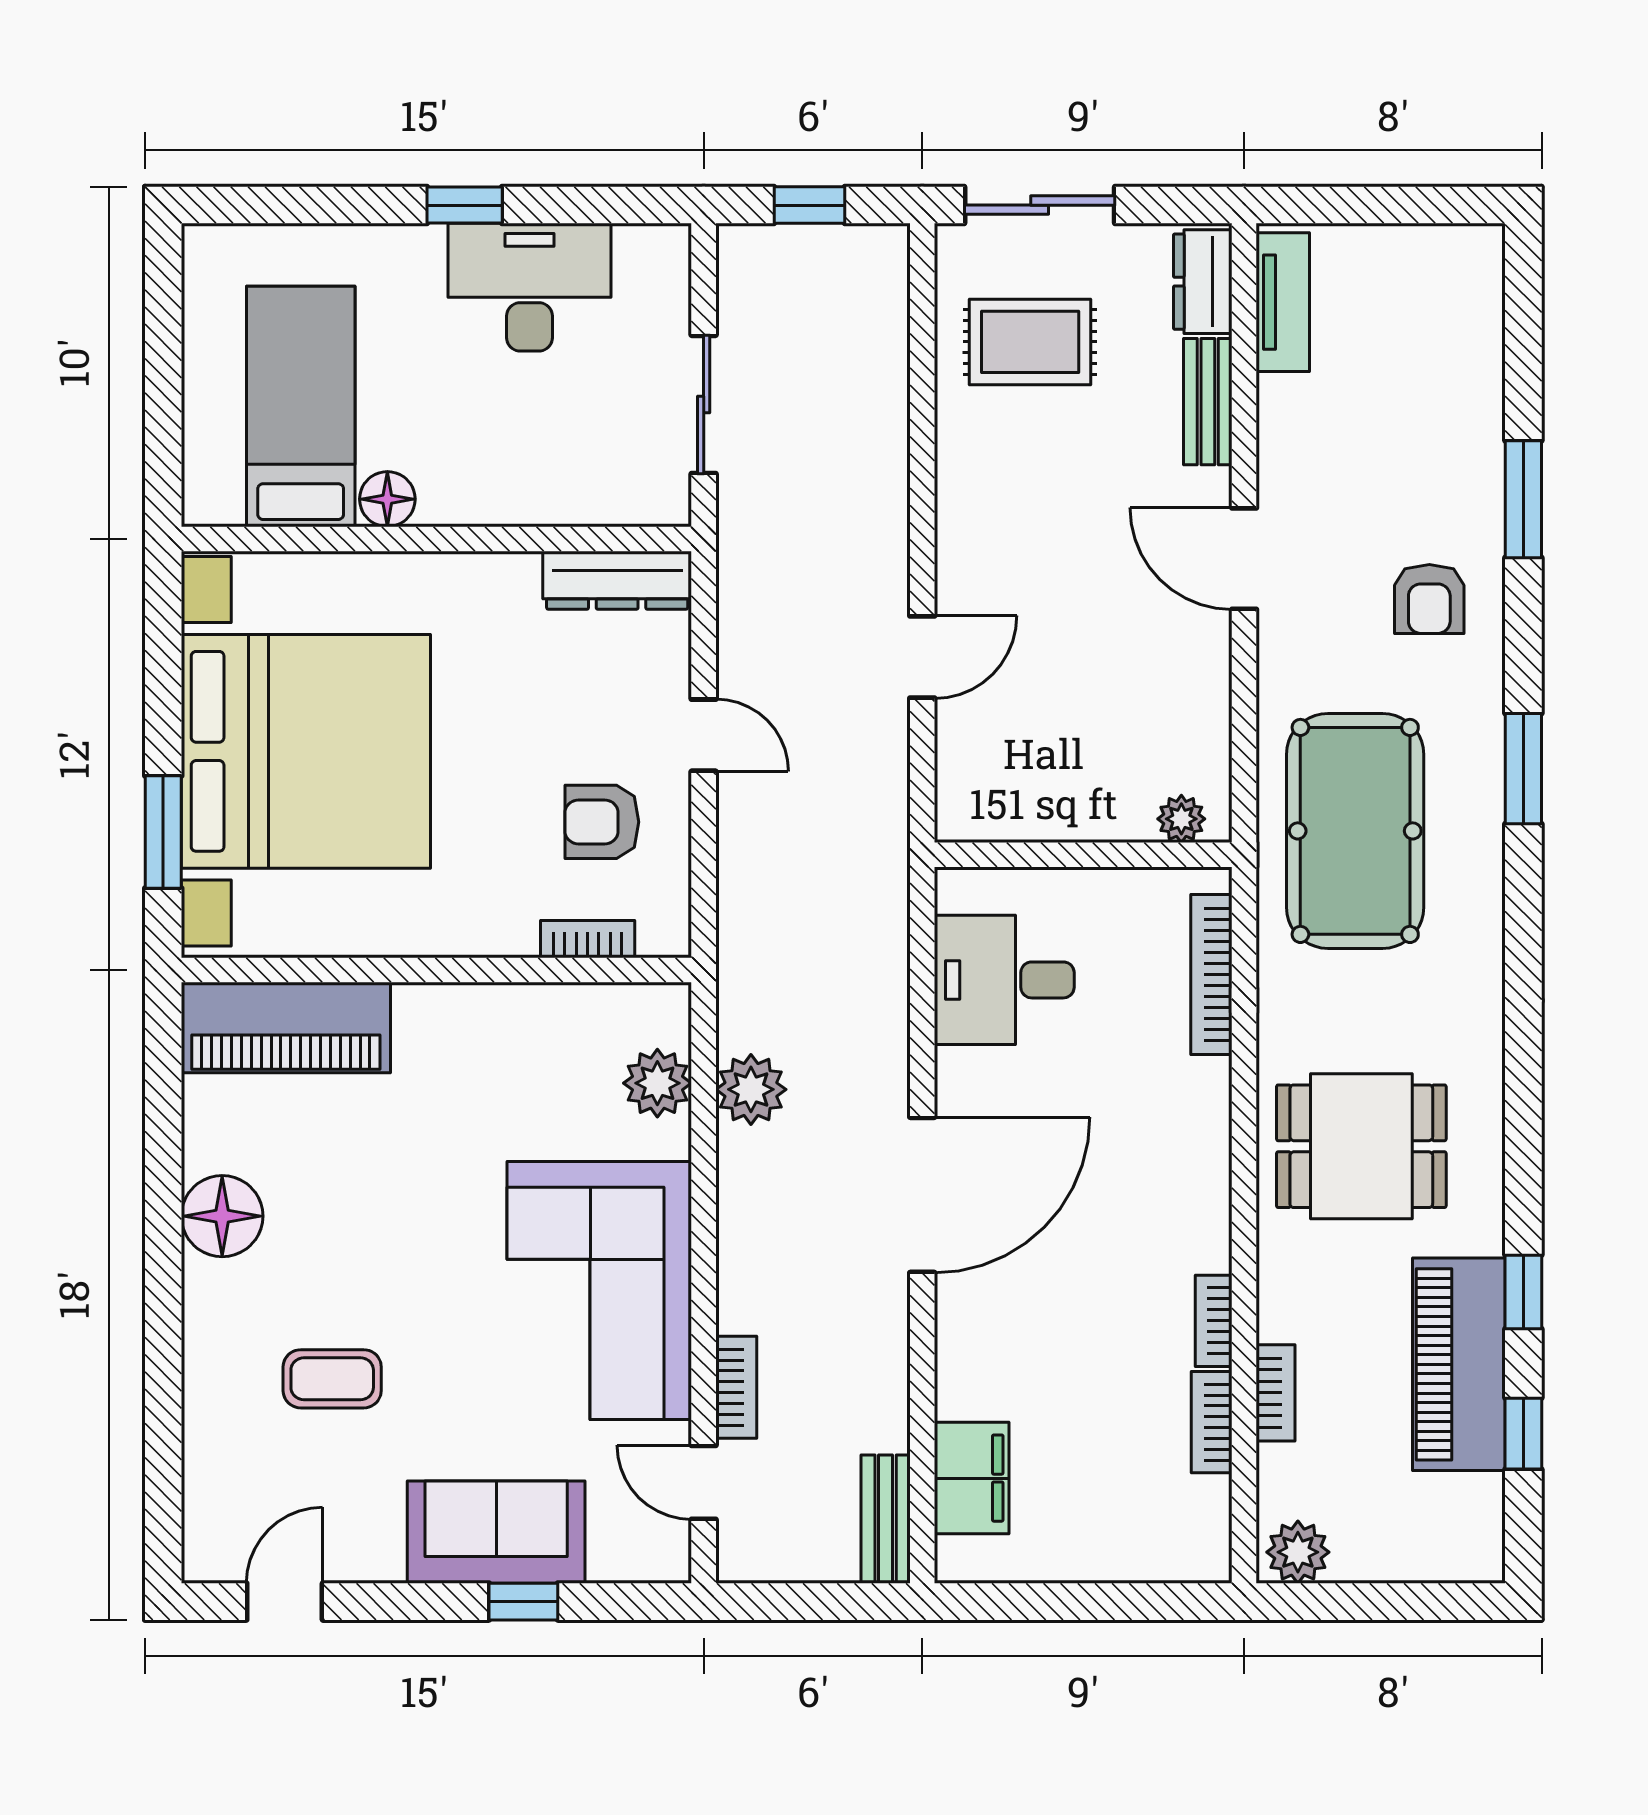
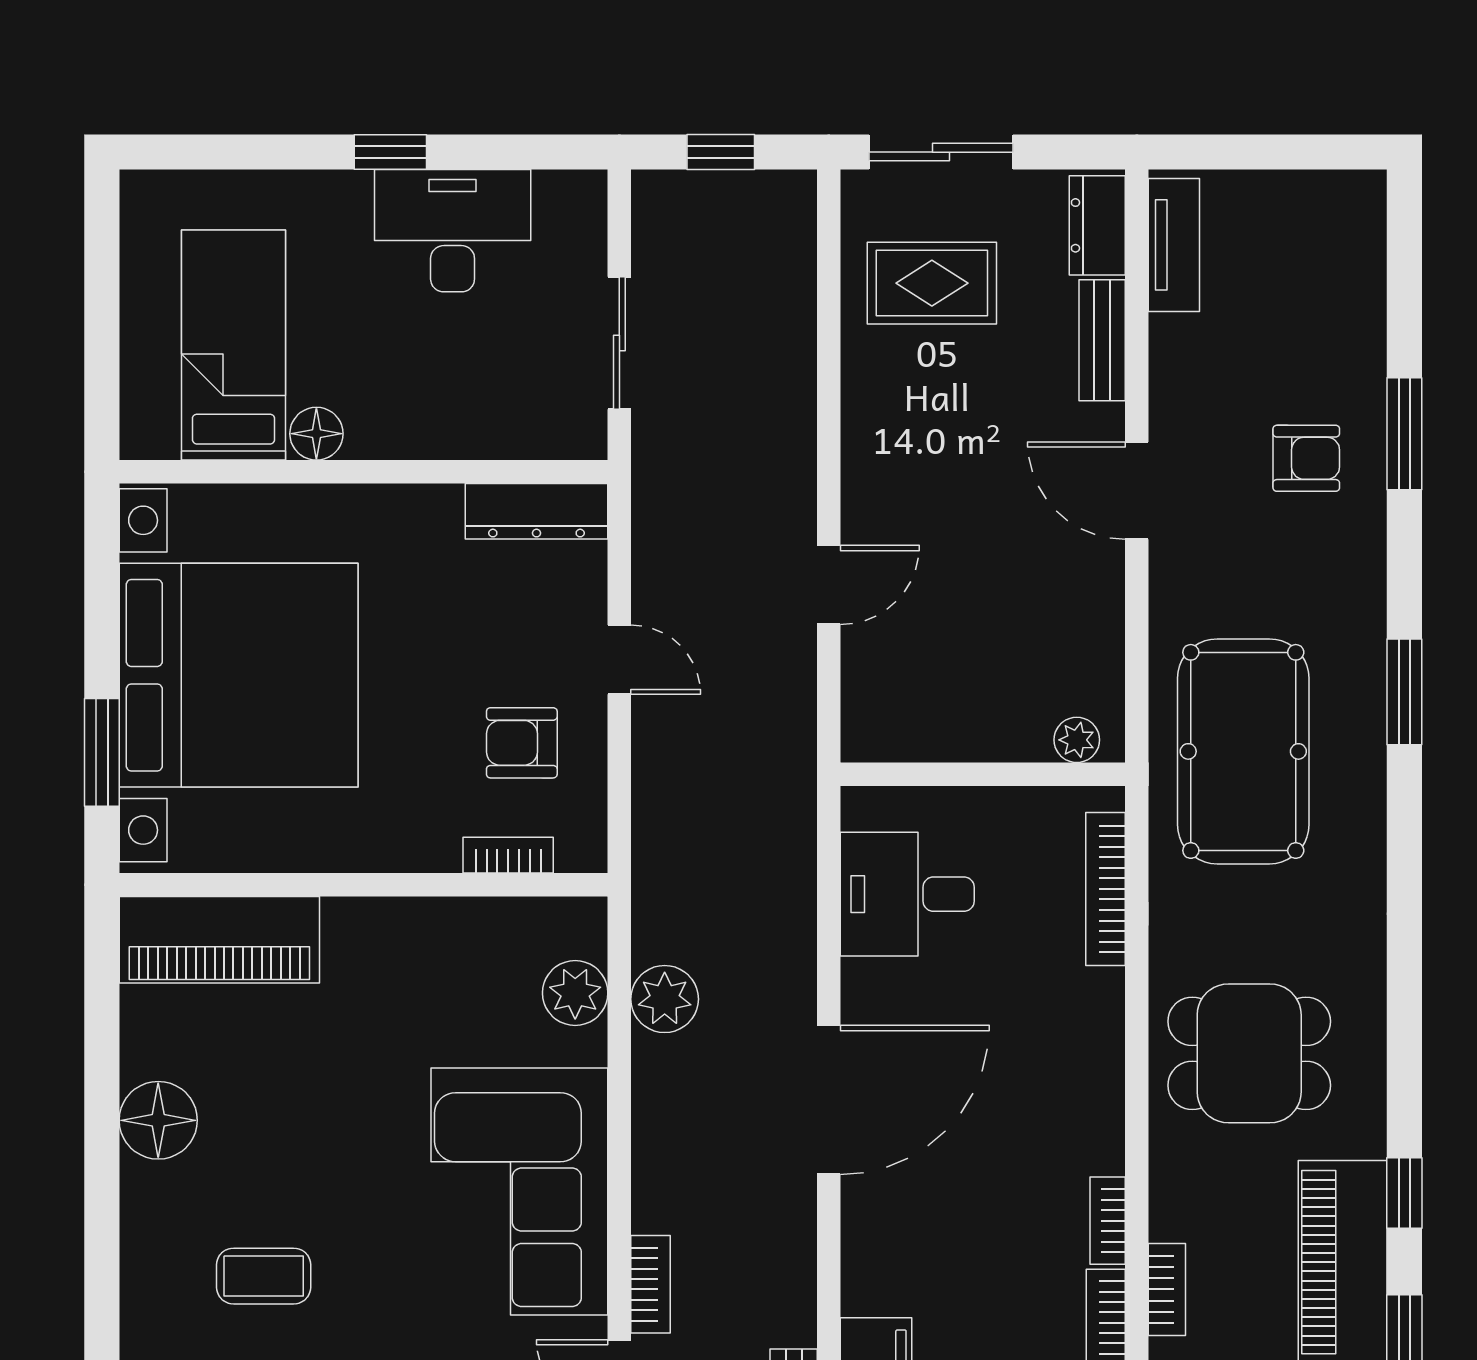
armchair: (1429, 599) -> (1306, 458), moved, turned -90

